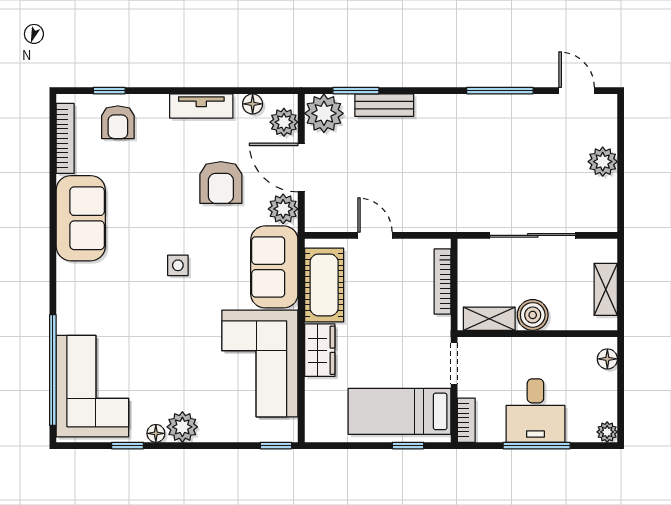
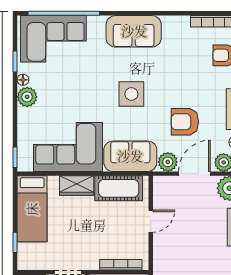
sofa: (81, 218) -> (134, 31), moved
side table: (178, 265) -> (131, 94), width x1.87, depth x1.87
bed: (400, 411) -> (32, 209), moved, turned 180

